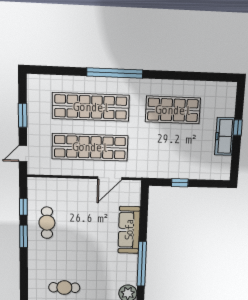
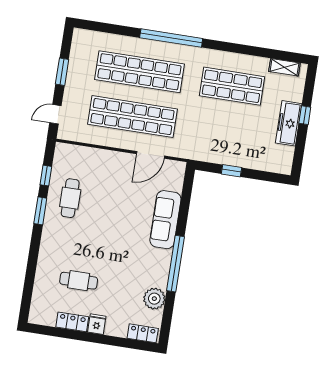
shelving: (217, 87) -> (284, 67), added

